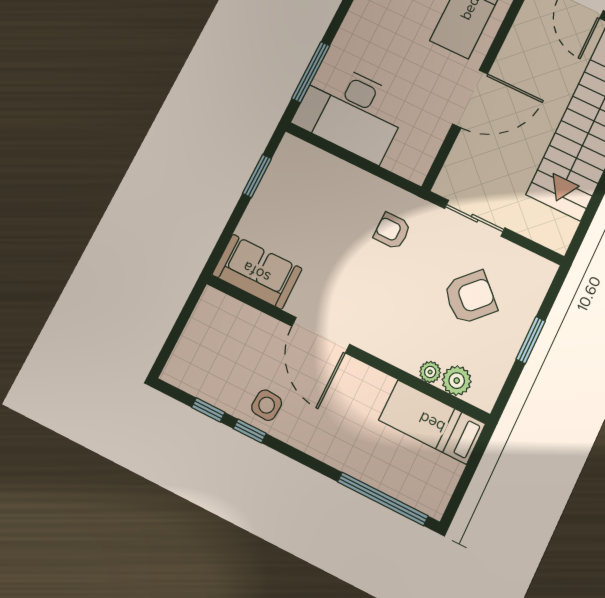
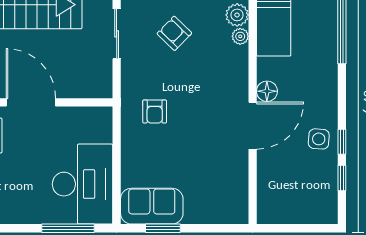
sliding door: (475, 218) -> (117, 34), moved
sofa: (257, 272) -> (152, 206), moved, turned 90
armchair: (470, 297) -> (174, 33), width x0.72, depth x0.72
floor lamp: (352, 372) -> (267, 91), added

